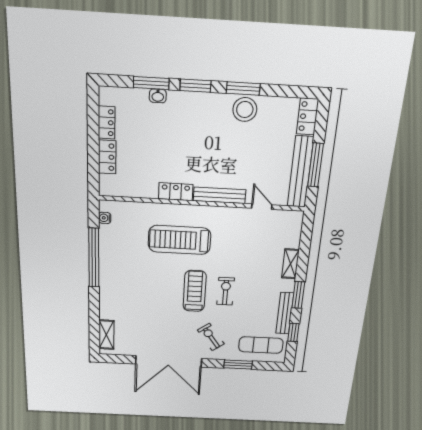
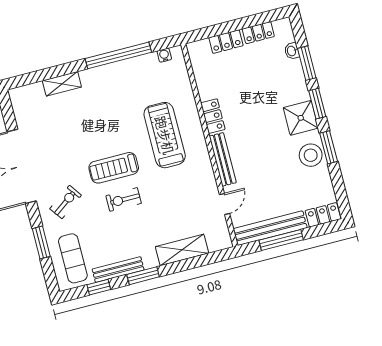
washbasin: (158, 96) -> (292, 51), moved
shower: (204, 107) -> (301, 118), added
shelving: (290, 264) -> (182, 250), width x1.50, depth x1.33
treadmill: (195, 291) -> (114, 168), turned 180
exercise bike: (226, 291) -> (124, 200), turned 180
shelving: (106, 335) -> (62, 84), moved

